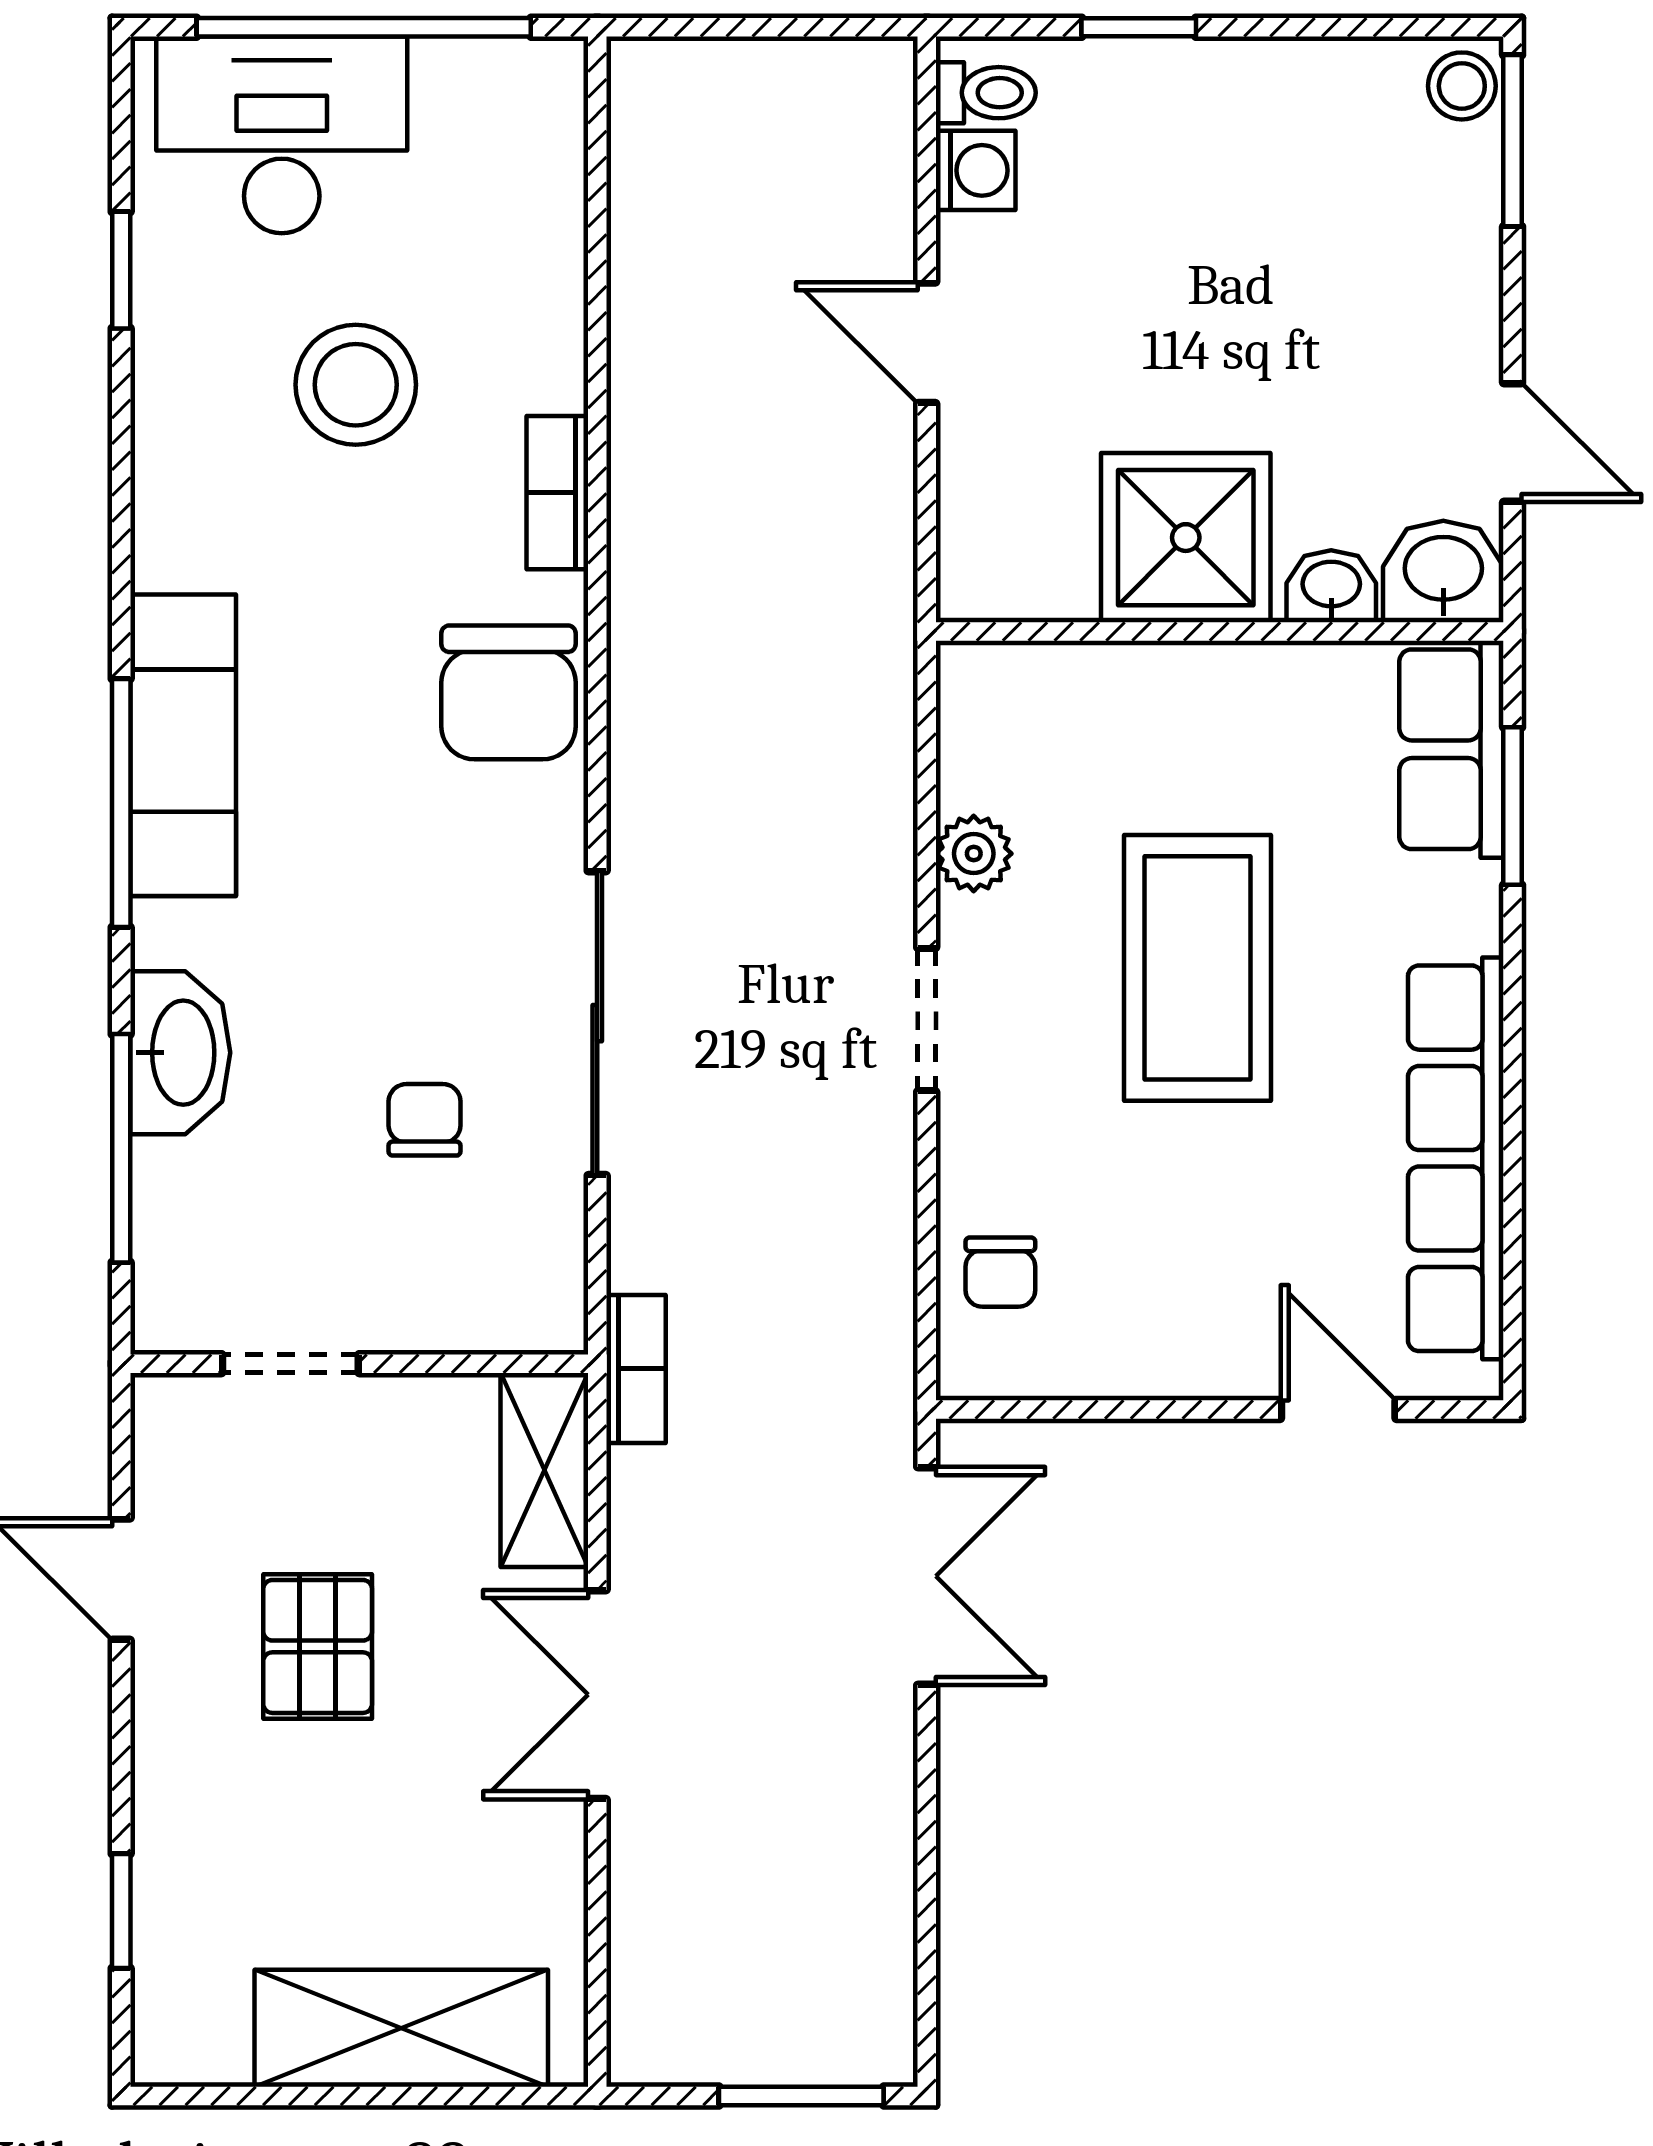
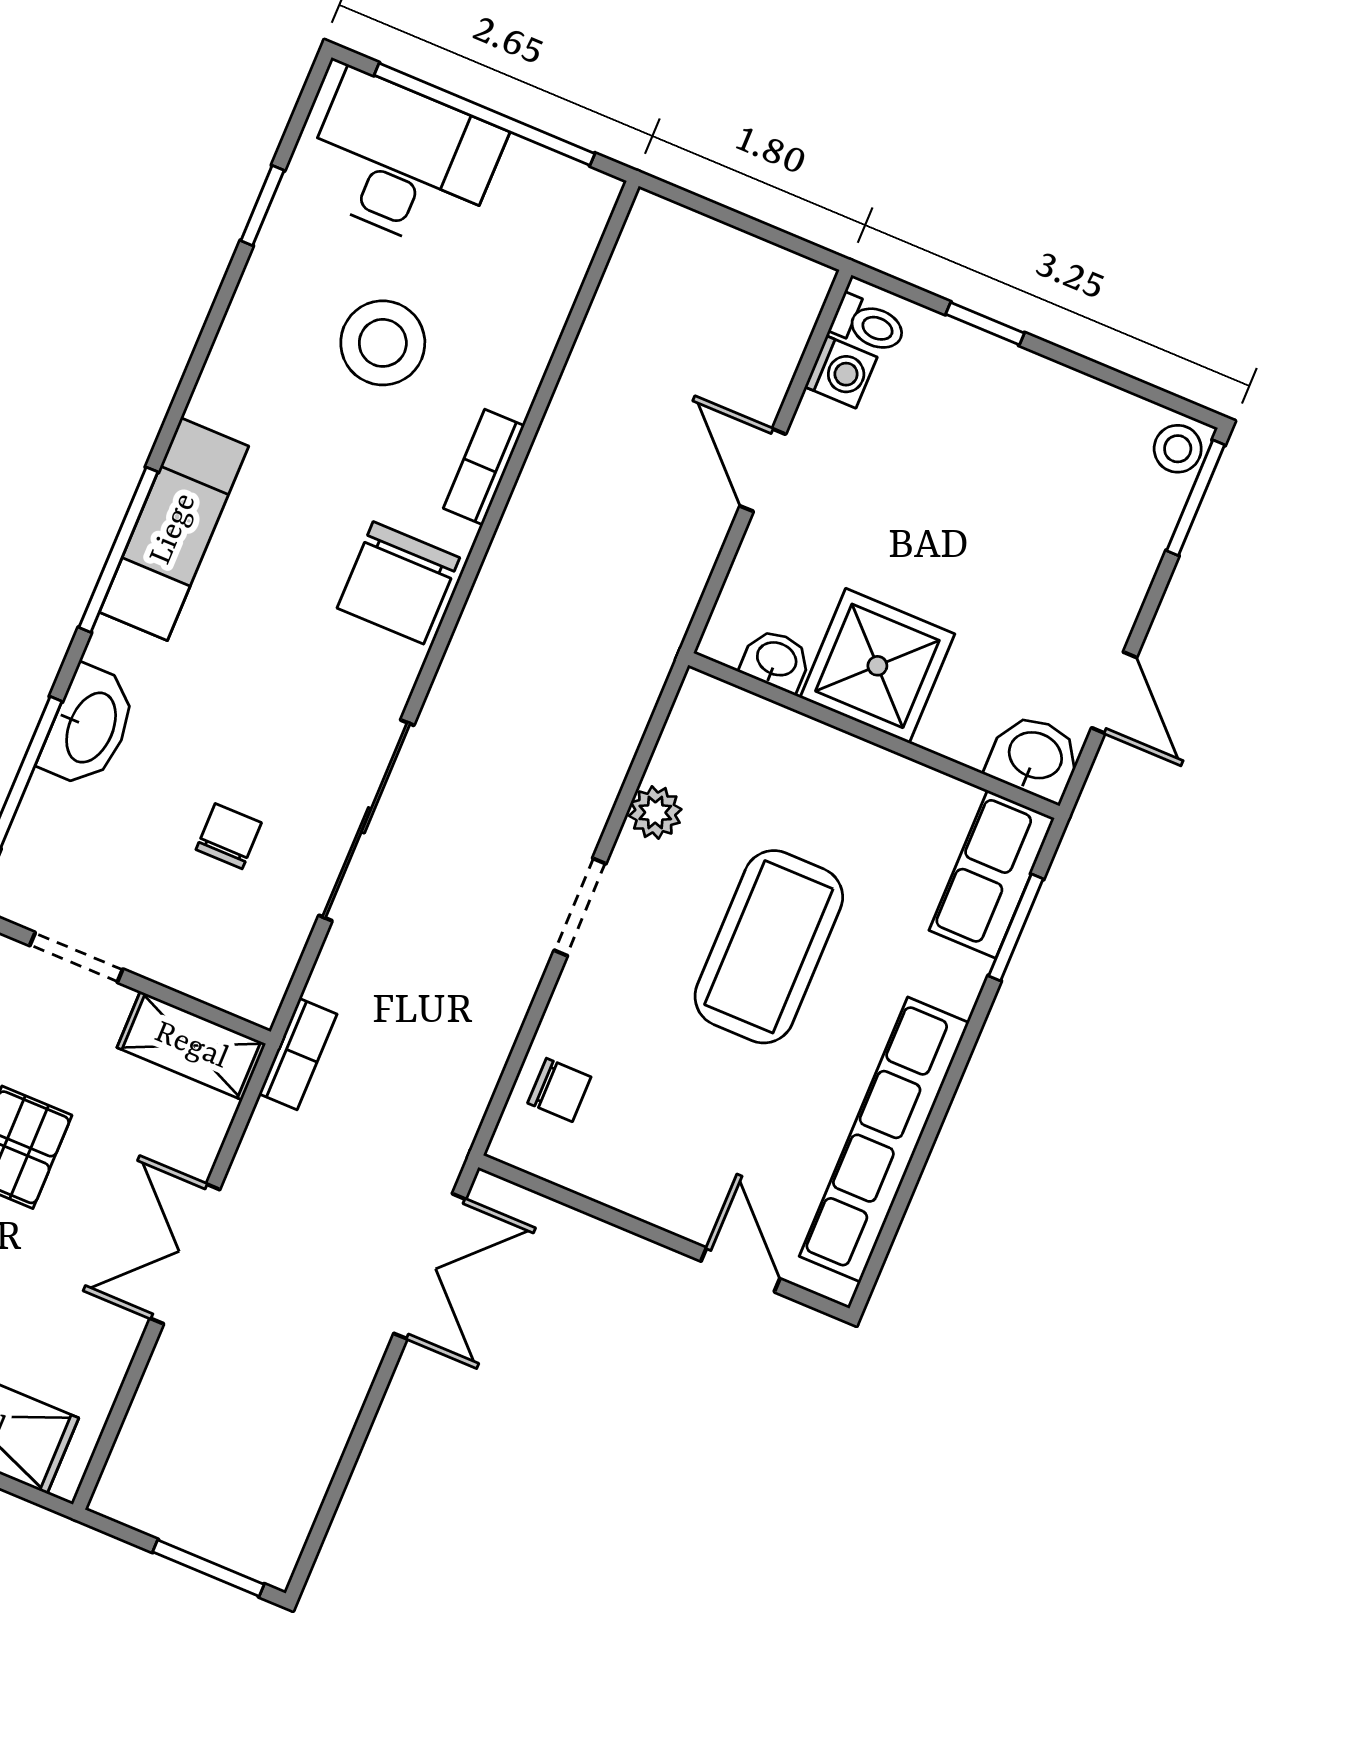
washbasin: (1331, 586) -> (776, 660), moved
chair: (1000, 1272) -> (559, 1090), turned -90
shelving: (544, 1470) -> (191, 1046), moved, turned 90

